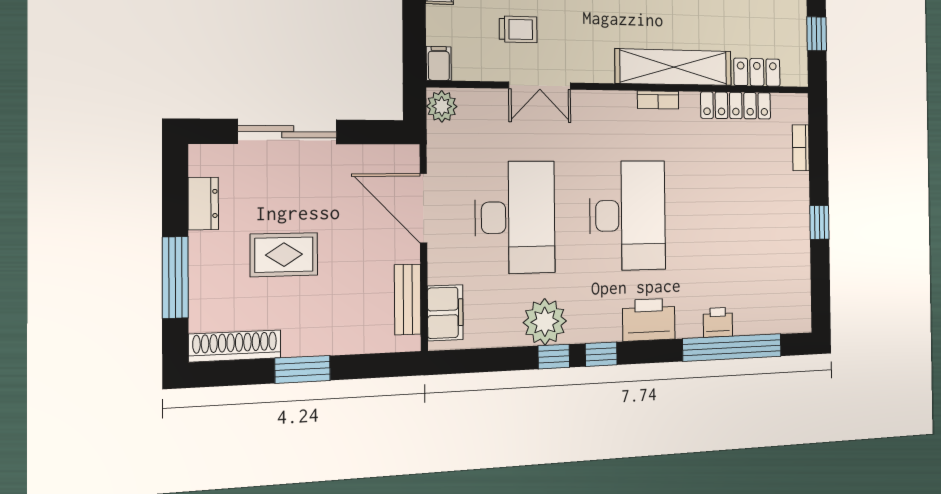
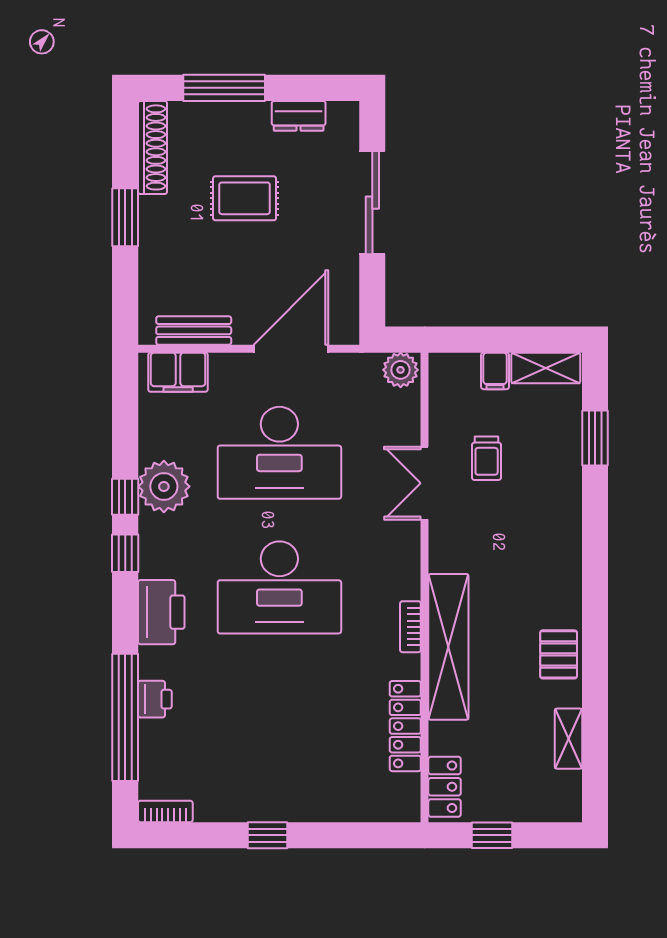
filing cabinet: (439, 63) -> (495, 371), moved, turned 90
locker: (757, 72) -> (445, 787), moved
bookcase: (801, 148) -> (165, 811), moved
rug: (284, 255) -> (245, 198), turned 90

